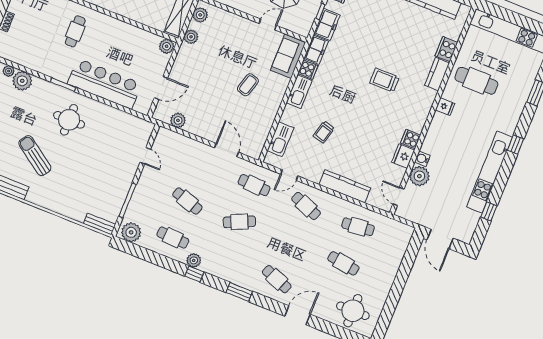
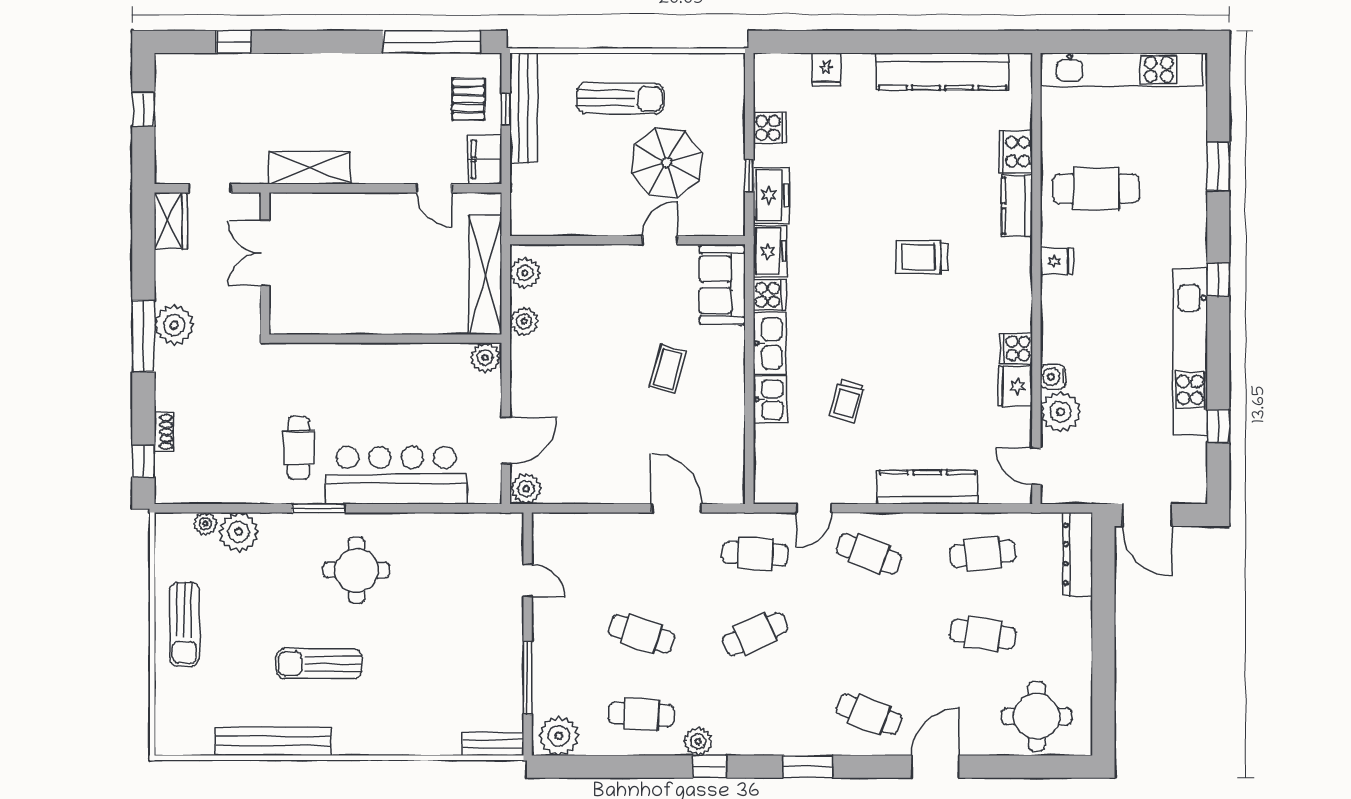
cafe table: (75, 31) -> (298, 448), moved
plant: (178, 120) -> (526, 489), moved
kitchen sink: (280, 139) -> (770, 399), moved, width x0.73
sun lounger: (35, 156) -> (319, 664), turned -35
dresser: (401, 244) -> (1078, 554), added

